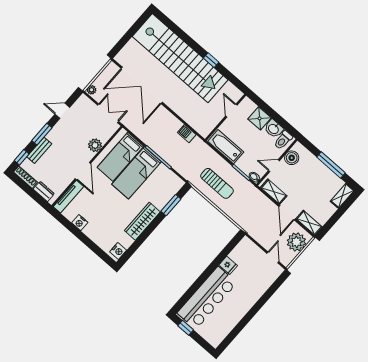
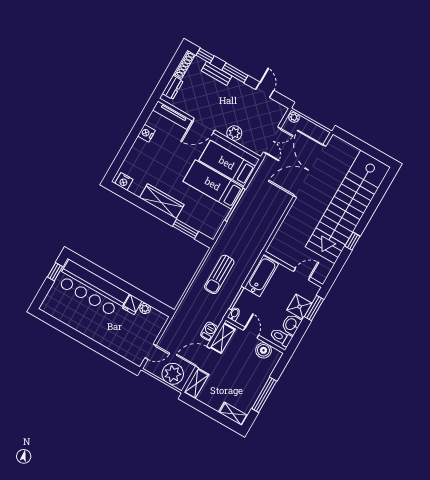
window: (263, 106) -> (314, 308), added
barbecue: (187, 134) -> (209, 331), moved
plant: (234, 255) -> (145, 308), added

